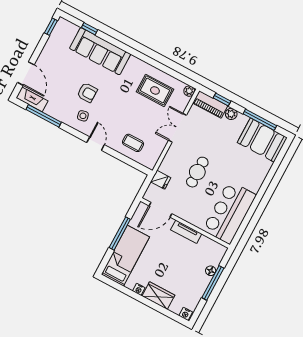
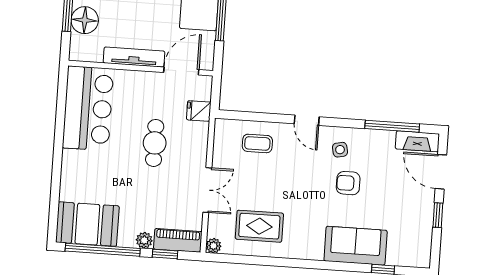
window: (51, 27) -> (438, 215), moved
sofa: (100, 51) -> (356, 246), width x0.73
window: (260, 120) -> (103, 250), width x1.46
tv unit: (186, 232) -> (134, 57), width x1.41
floor lamp: (211, 271) -> (85, 20), width x1.89, depth x1.89

